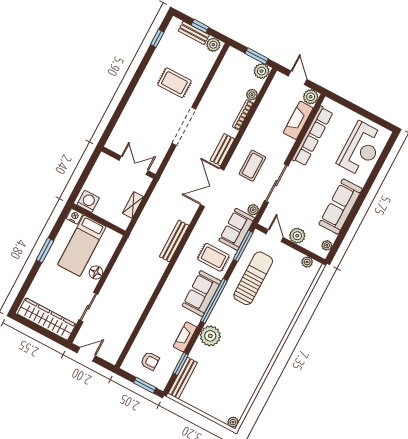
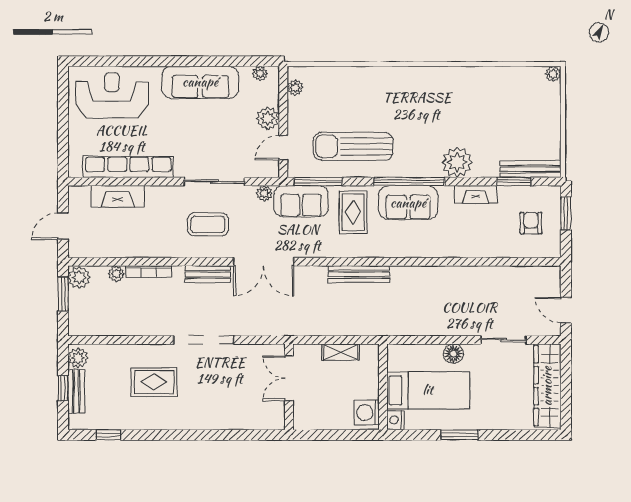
rug: (174, 83) -> (154, 382), turned 90
plant: (311, 97) -> (79, 196), removed

